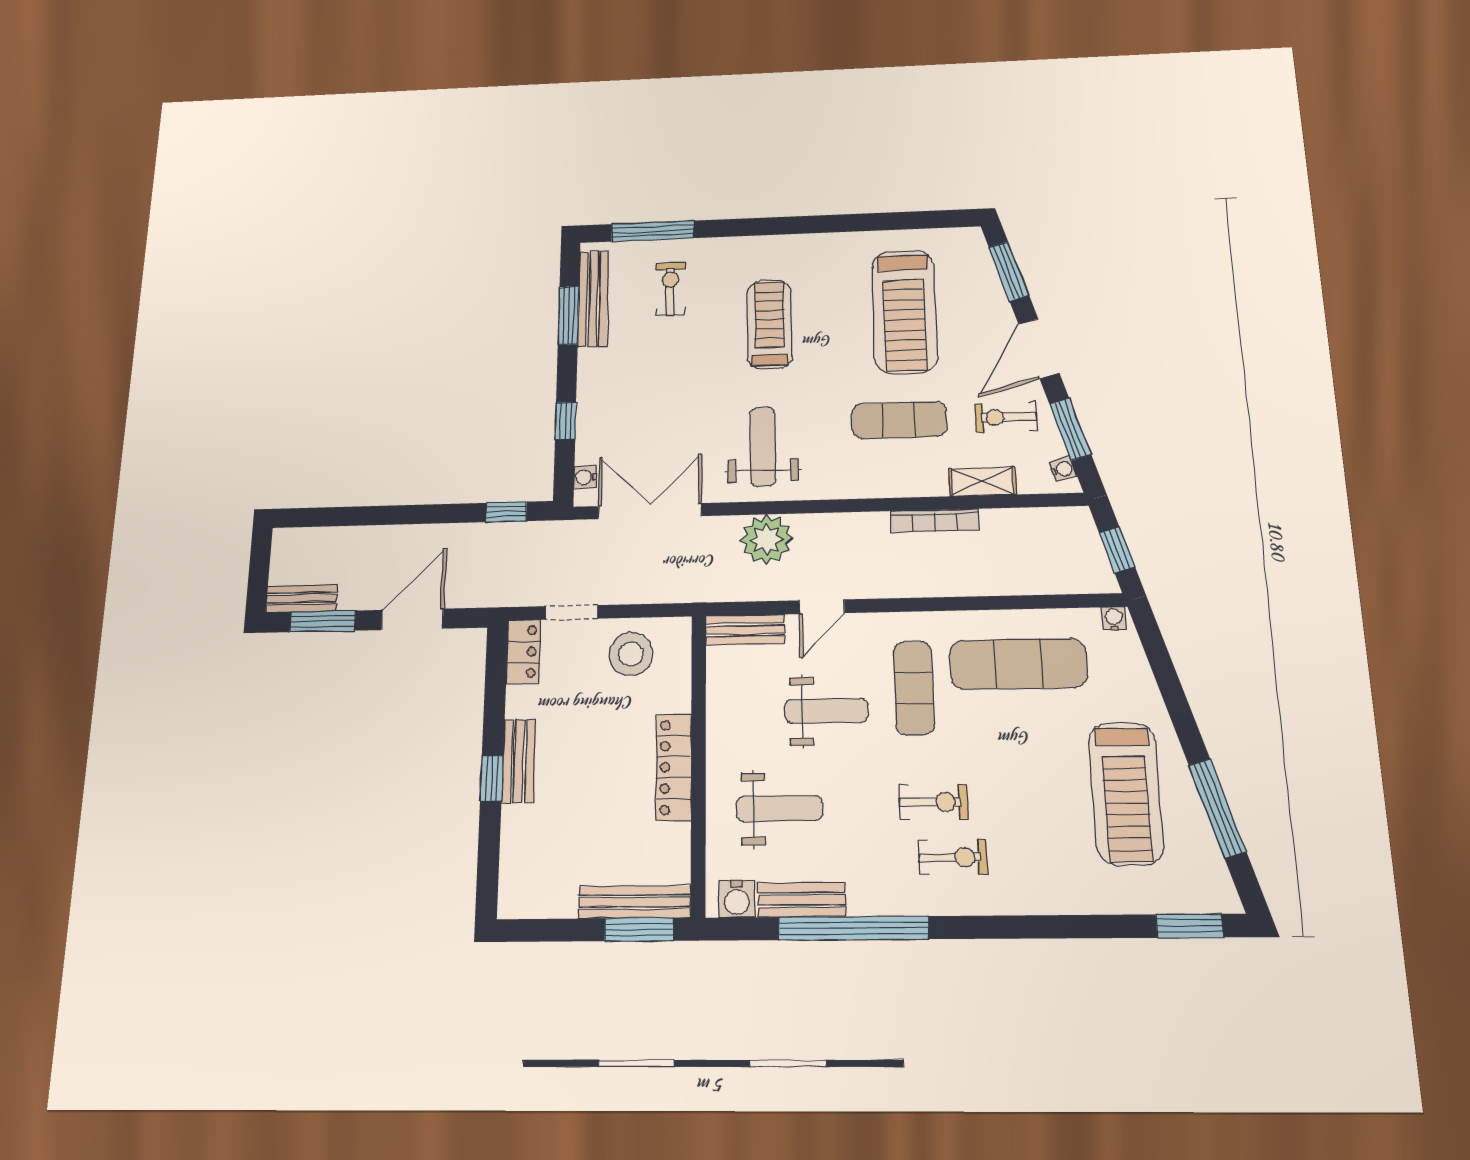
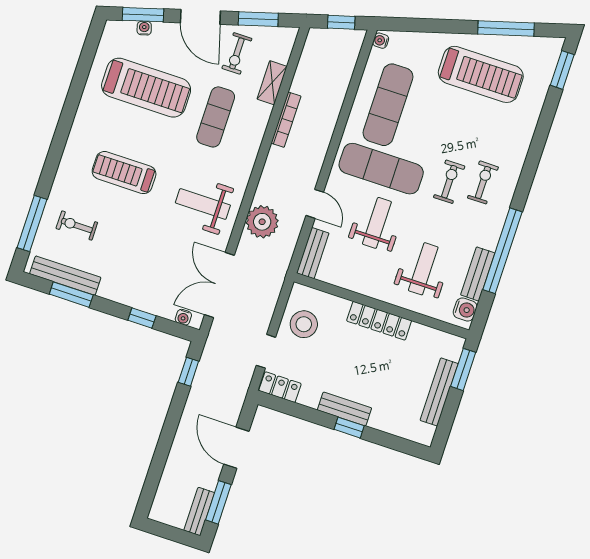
water cooler: (1063, 469) -> (144, 28), moved
exercise mat: (914, 688) -> (381, 169), width x1.36, depth x1.45
bench: (635, 902) -> (439, 392), moved

